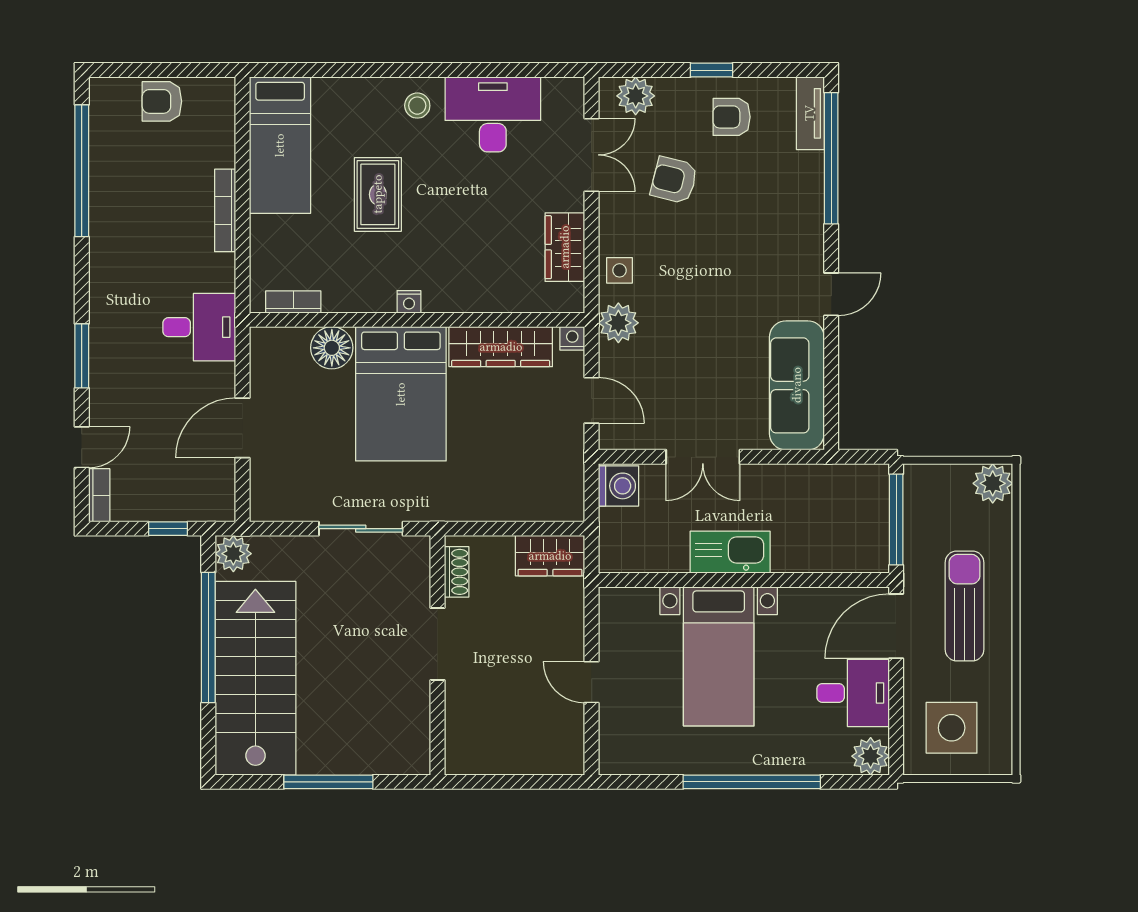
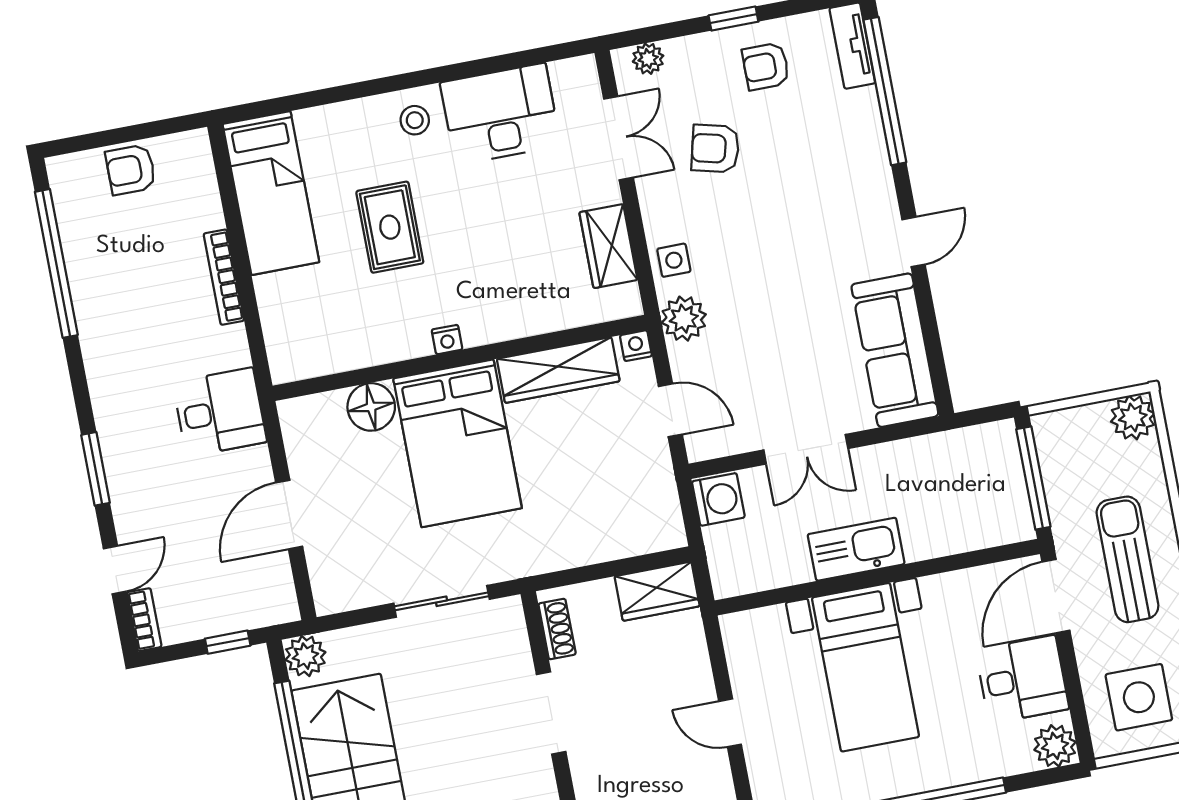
plant: (636, 96) -> (648, 59), width x0.73, depth x0.73
bookcase: (293, 302) -> (319, 364), removed

